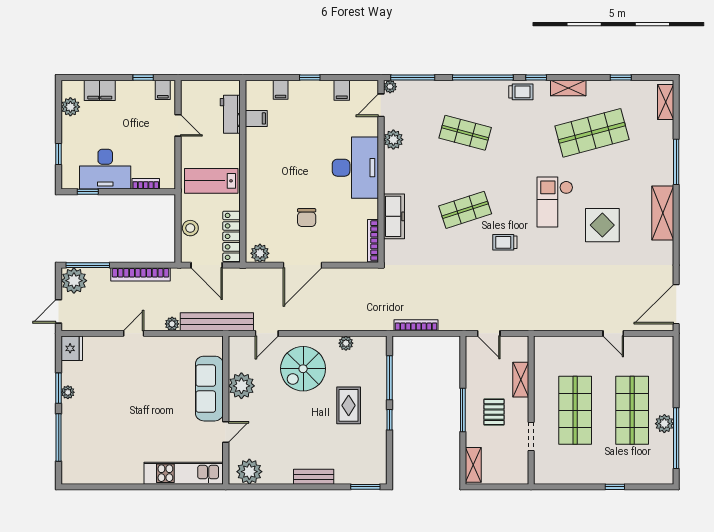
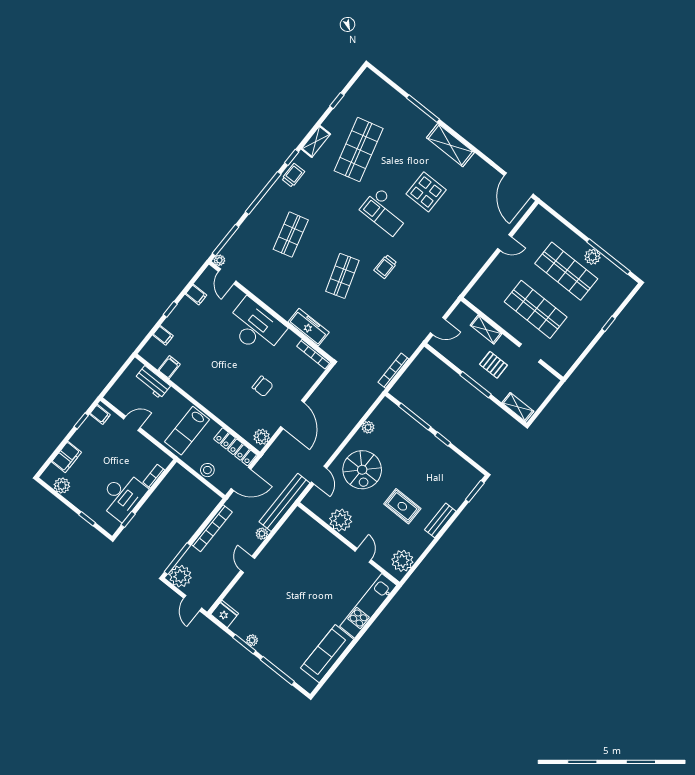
shelving: (666, 102) -> (377, 84), removed
shop shelf: (465, 133) -> (291, 235), turned -30
plant: (393, 140) -> (257, 286), removed
sofa: (209, 389) -> (327, 654), moved, turned 90
rug: (349, 405) -> (402, 506), moved

